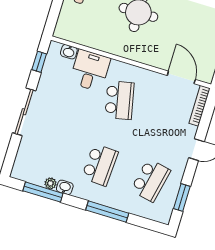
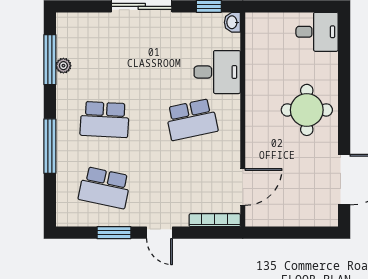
washbasin: (69, 52) -> (232, 22), moved
washbasin: (65, 187) -> (64, 85), removed
window: (182, 198) -> (114, 233), moved

